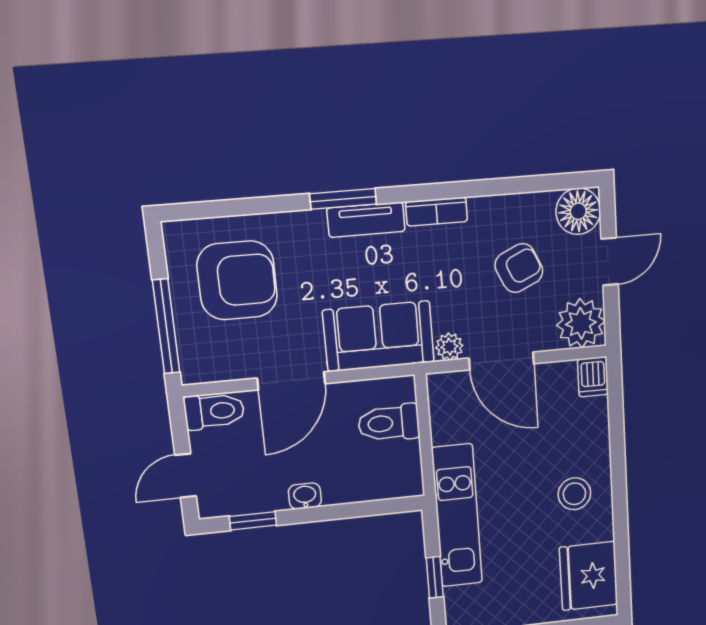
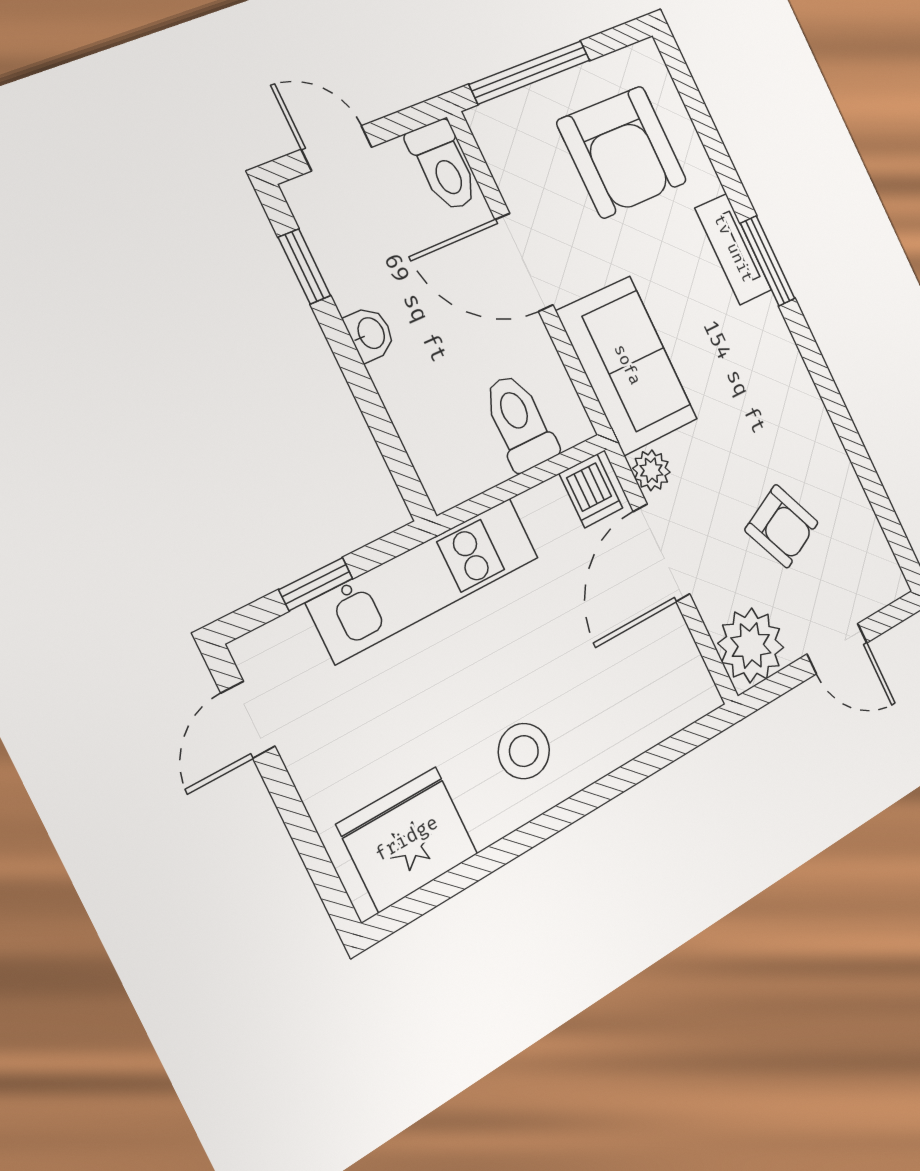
floor lamp: (578, 211) -> (875, 577), removed
bookcase: (437, 212) -> (801, 388), removed
tv unit: (366, 220) -> (733, 249), moved
dishwasher: (593, 377) -> (591, 491), moved, turned -90

